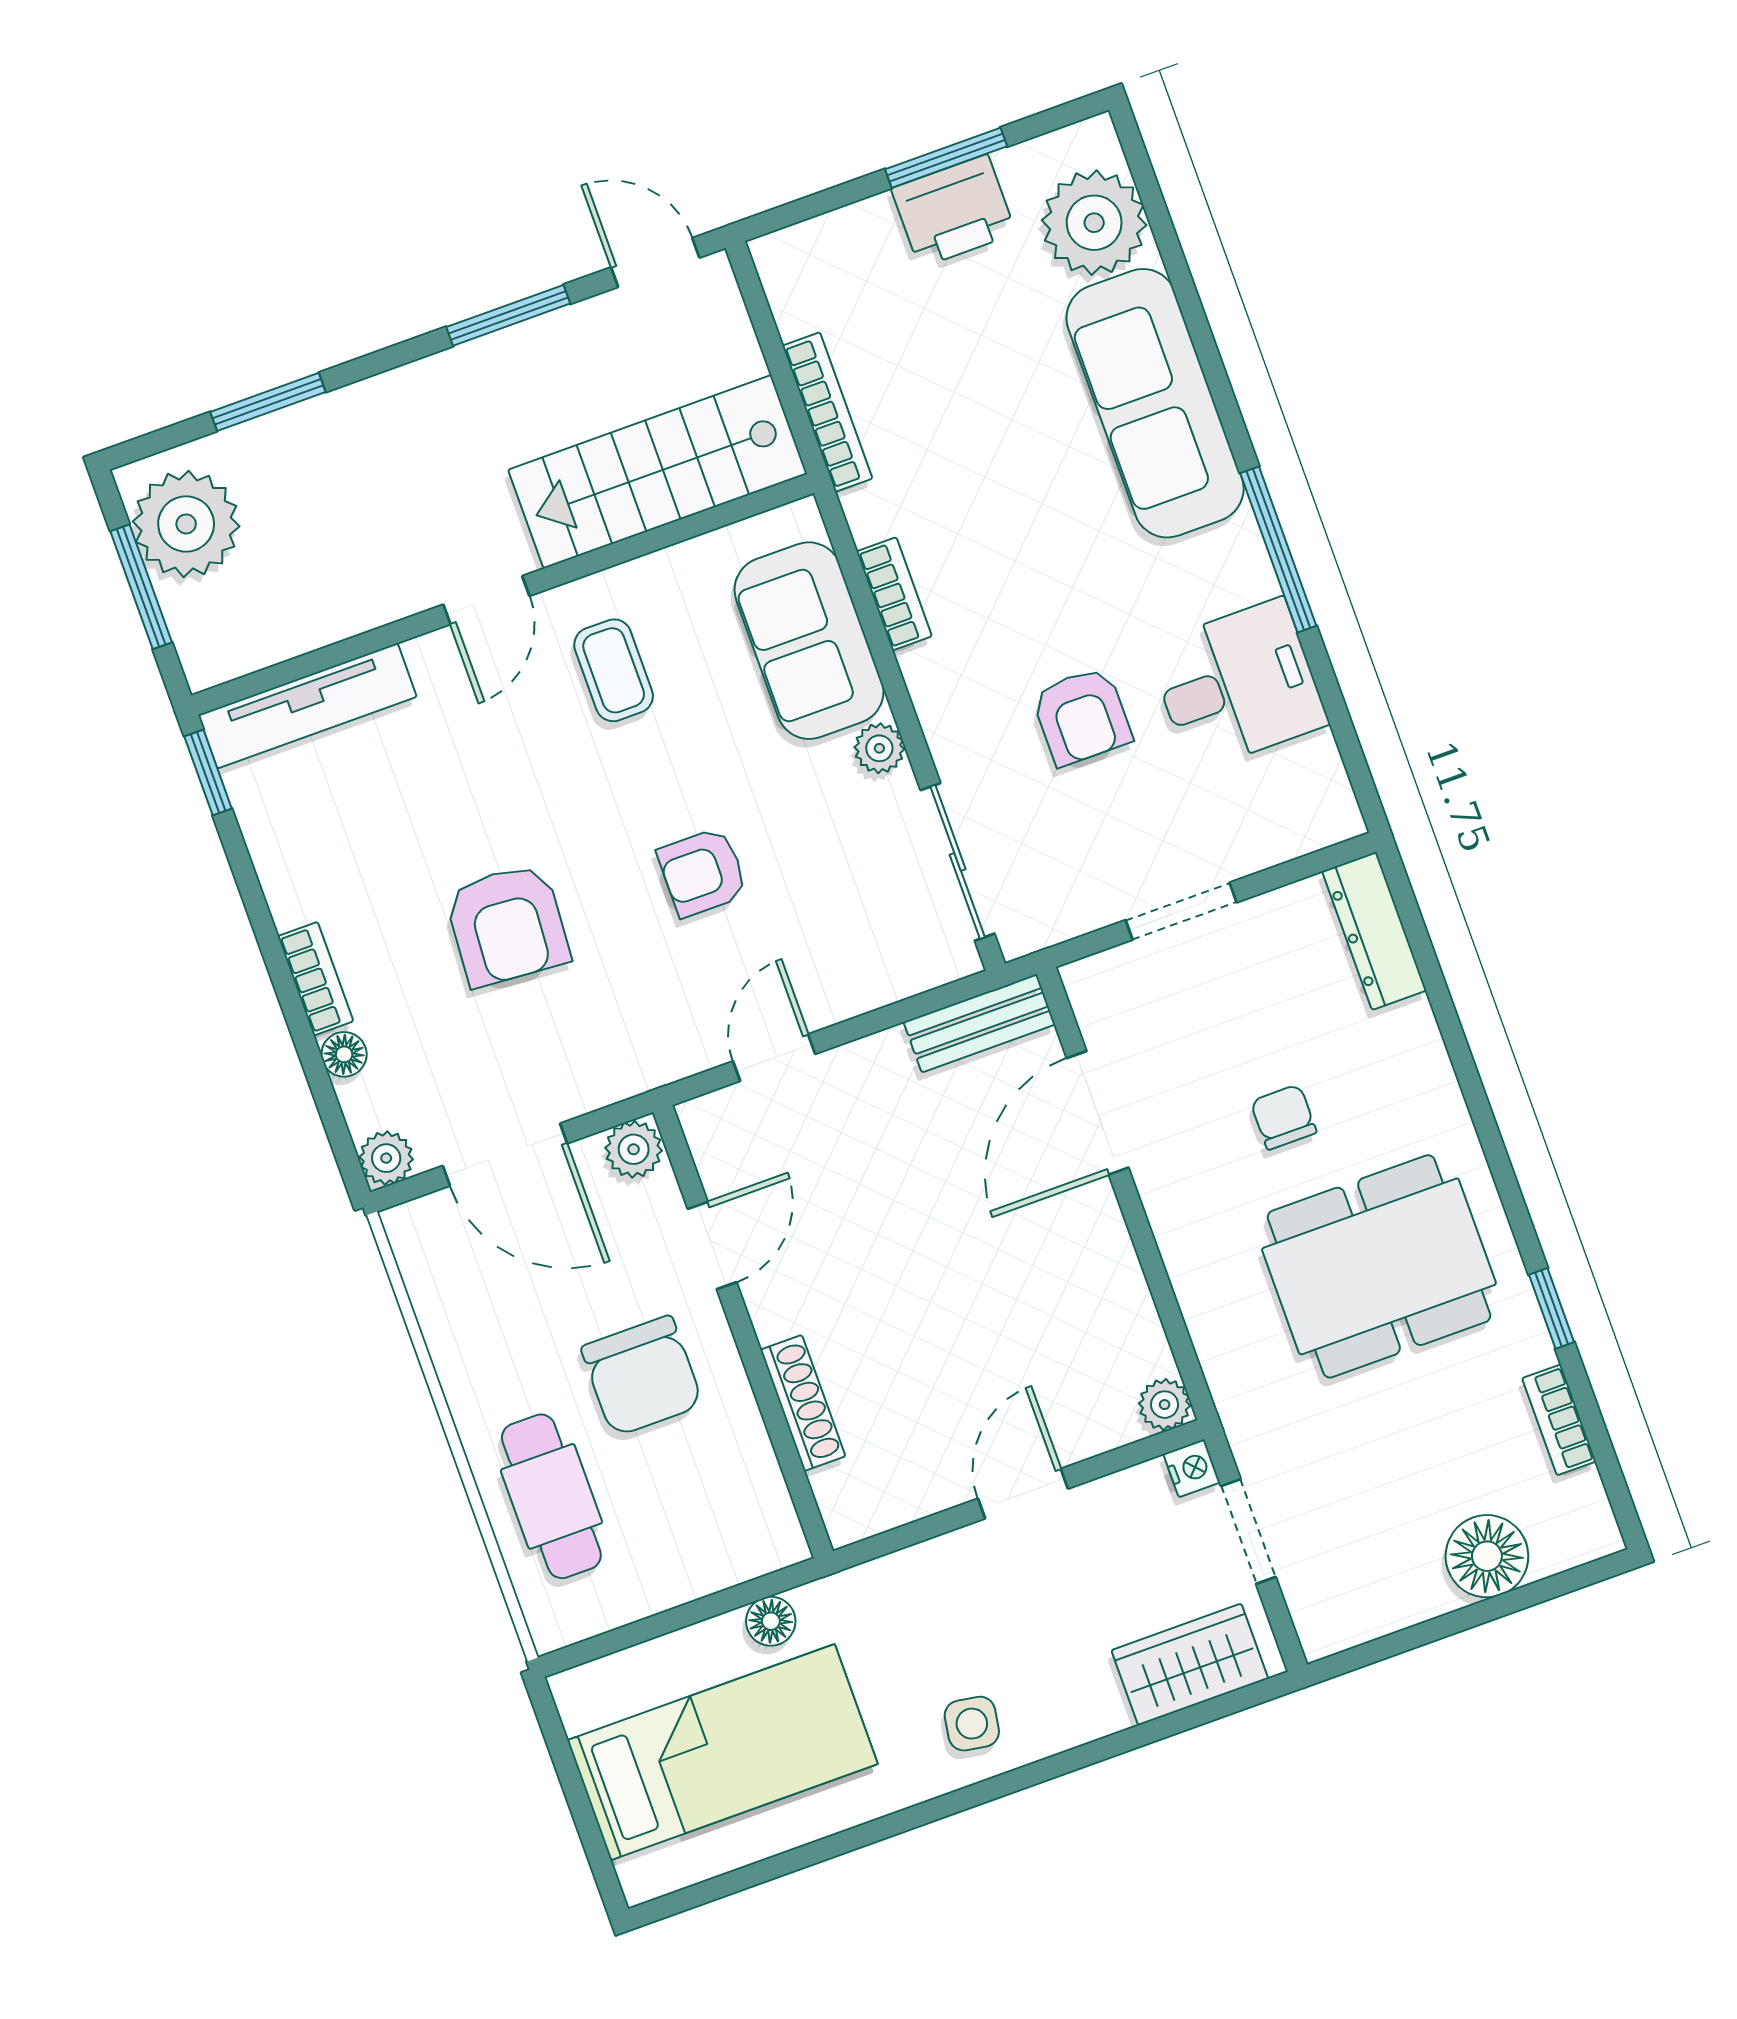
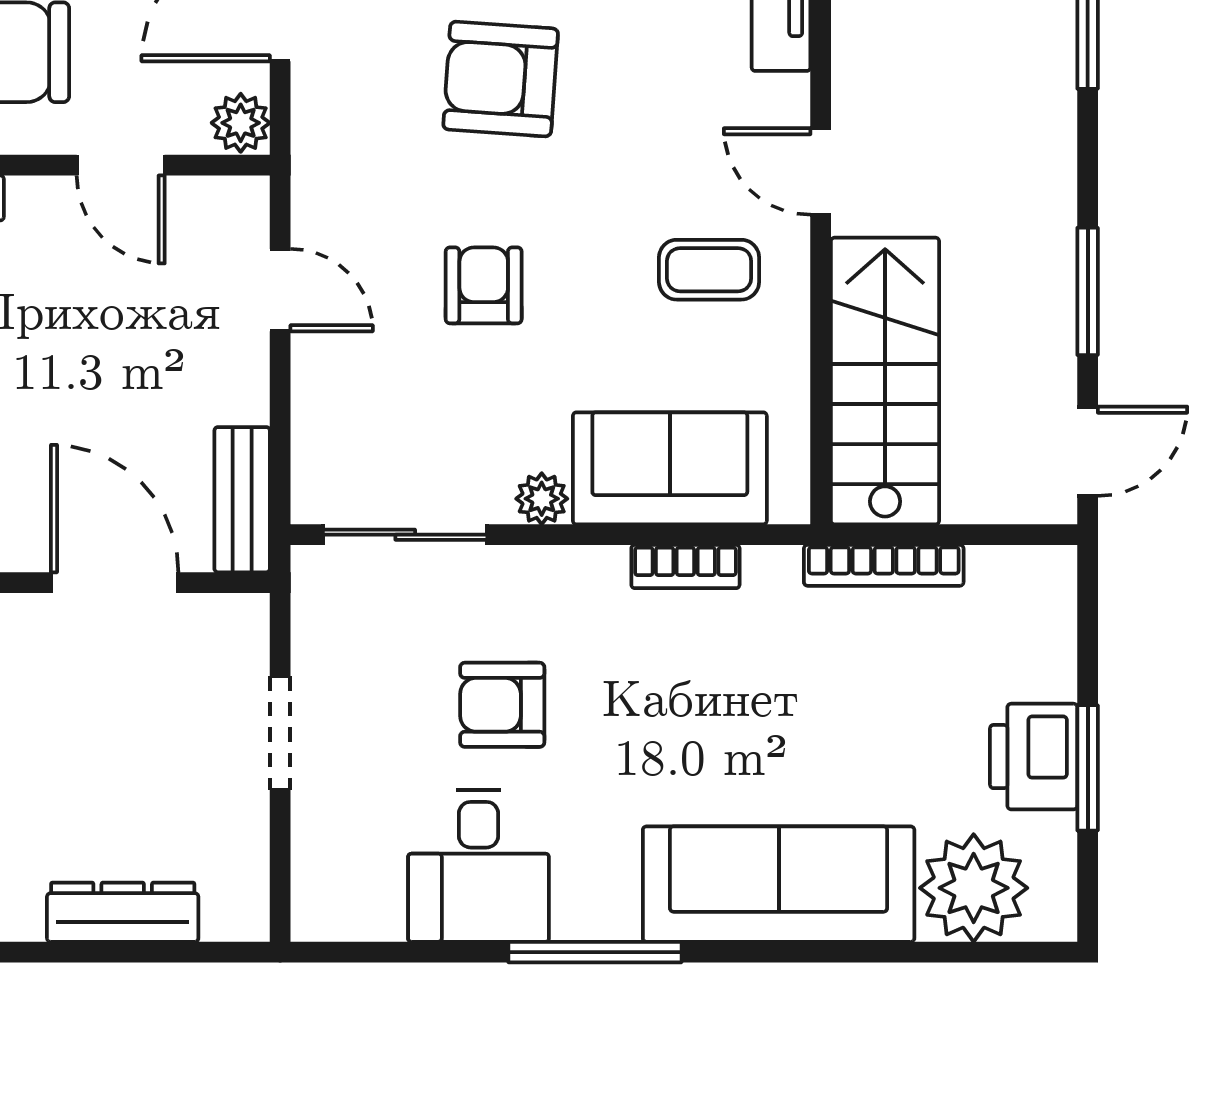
dresser: (1374, 931) -> (123, 912), moved
chair: (1284, 1117) -> (46, 760), removed

